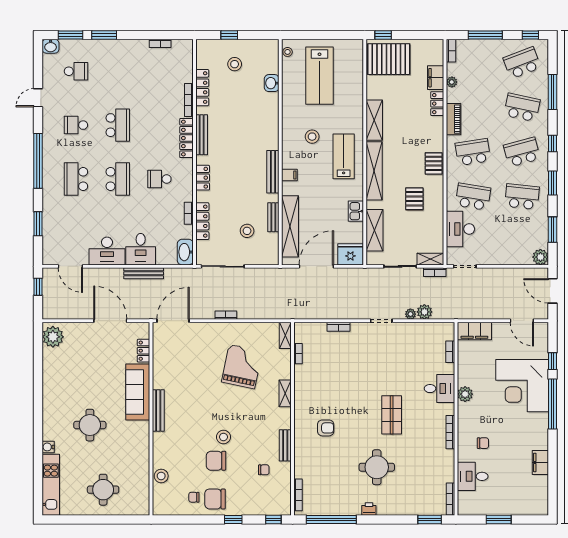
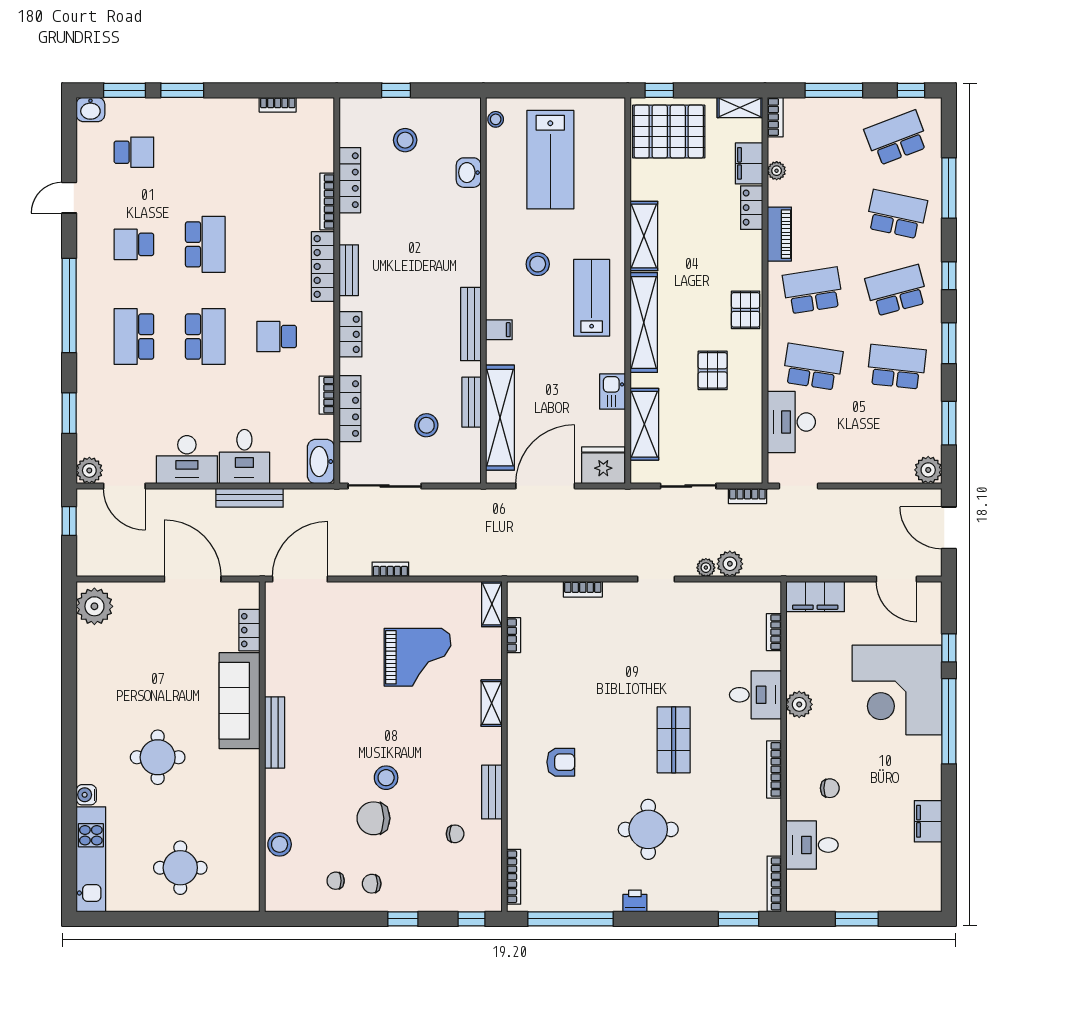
bench: (202, 135) -> (349, 270), width x0.73
plant: (50, 257) -> (89, 470), added
shelving: (430, 259) -> (740, 108), moved
grand piano: (242, 367) -> (418, 657), turned 78
chair: (215, 499) -> (372, 884), width x0.54, depth x0.54

